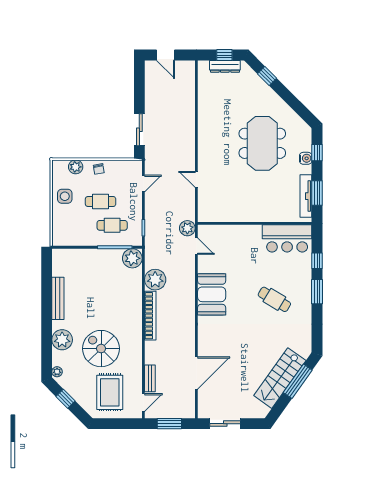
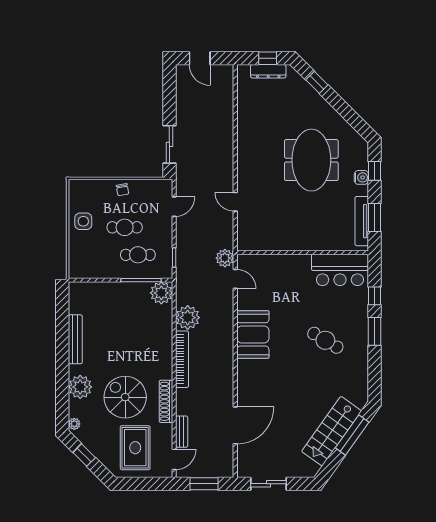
plant: (76, 167) -> (96, 187), removed
shoe rack: (136, 352) -> (166, 401), added

